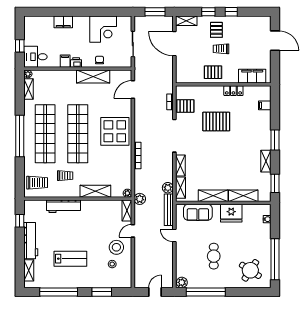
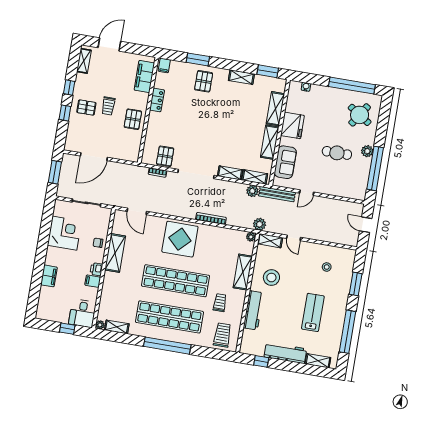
shelving: (186, 21) -> (84, 61), moved
filing cabinet: (265, 105) -> (164, 65), moved
pallet: (216, 122) -> (204, 81), moved, width x0.67, depth x0.71
window: (275, 140) -> (198, 59), moved
stool: (116, 247) -> (271, 278), moved
plant: (182, 282) -> (367, 151), moved

